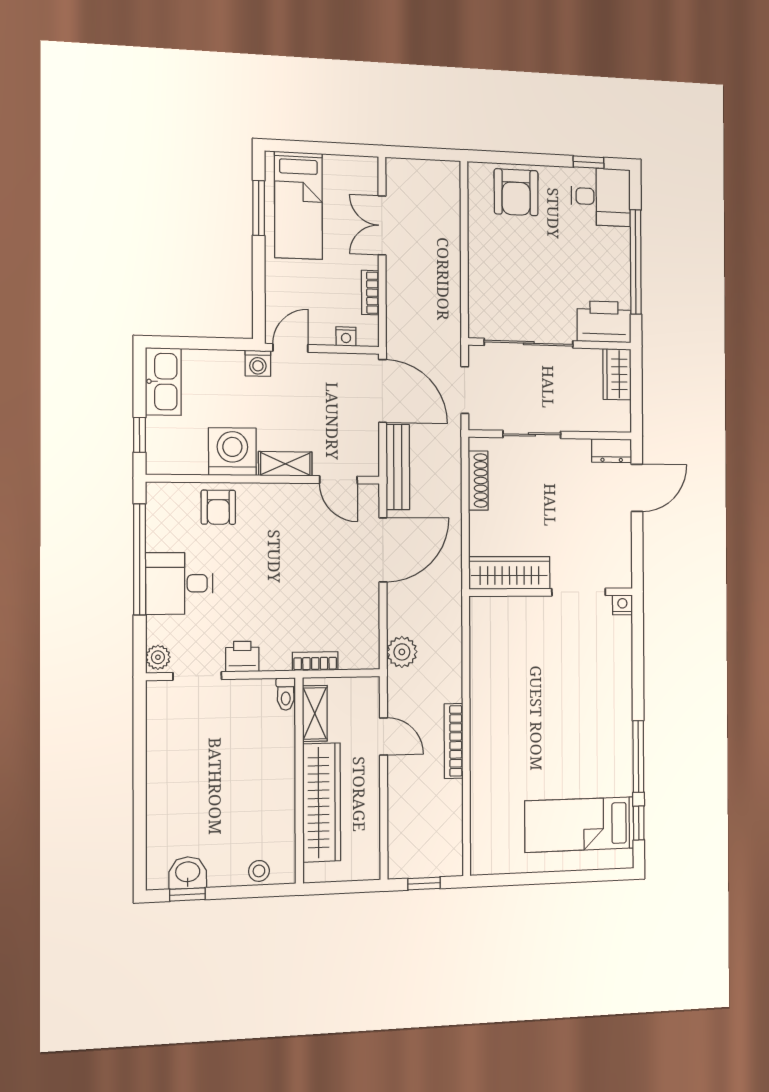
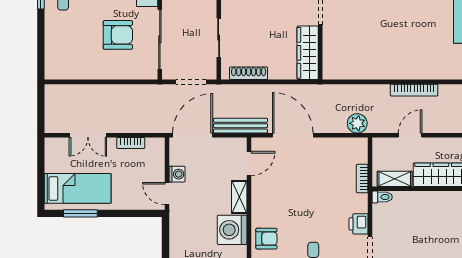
armchair: (516, 192) -> (118, 35), moved
nightstand: (346, 336) -> (159, 159), removed
washing machine: (258, 363) -> (177, 174), moved

